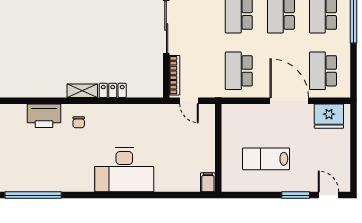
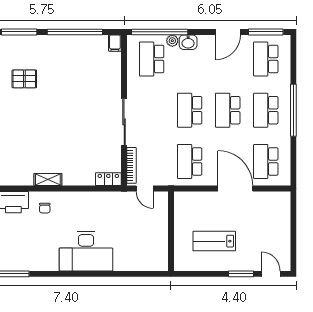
locker: (113, 90) -> (108, 179), moved
fridge: (329, 116) -> (271, 202), removed
filing cabinet: (208, 182) -> (162, 262), removed

